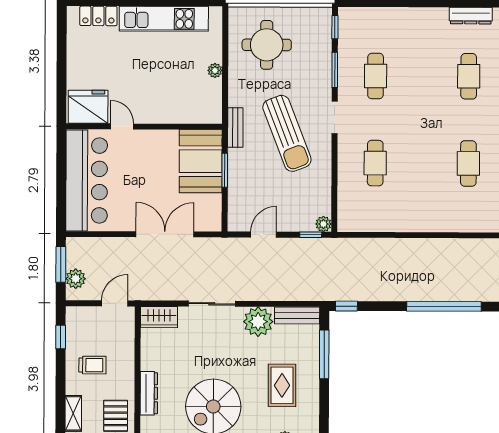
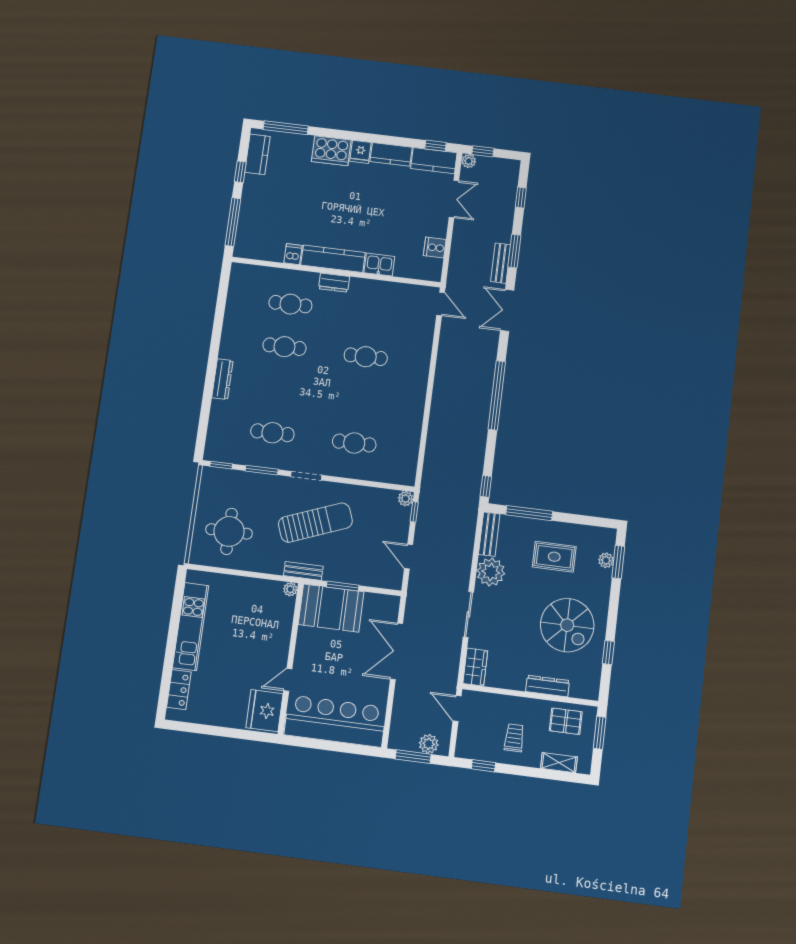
dresser: (471, 16) -> (222, 379), moved
plant: (215, 70) -> (290, 589), moved

